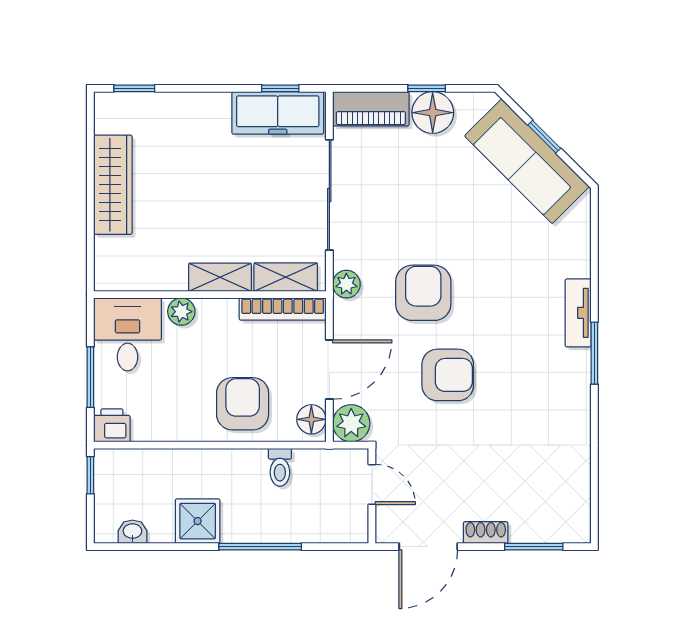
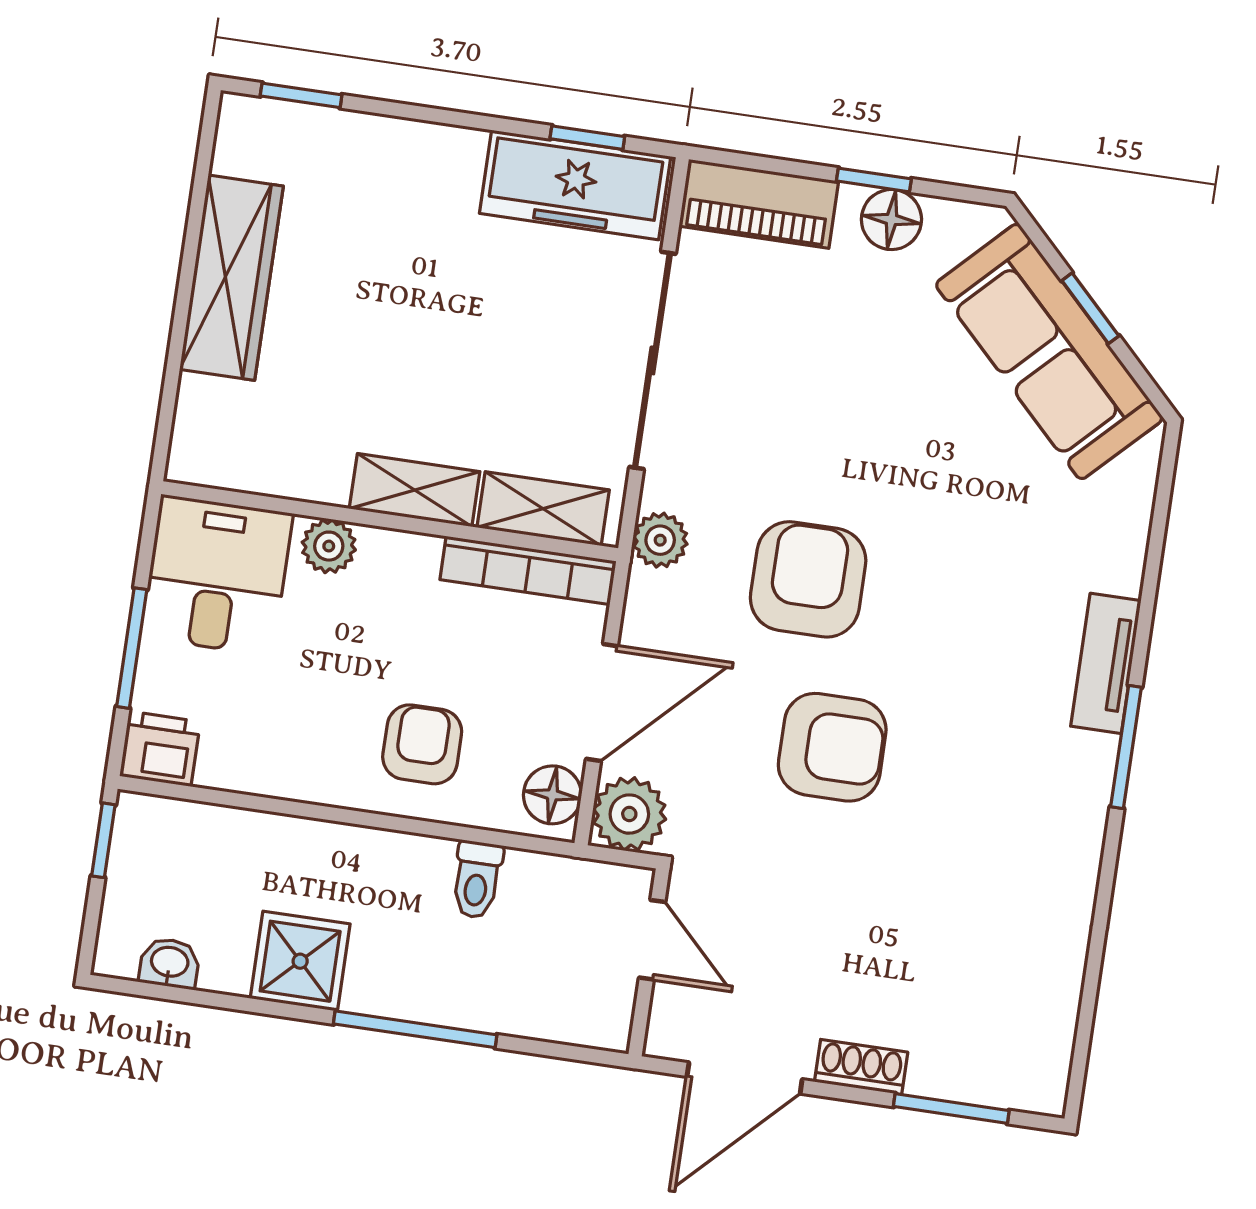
floor lamp: (433, 113) -> (891, 220), width x0.73, depth x0.73
armchair: (243, 404) -> (422, 744), width x0.72, depth x0.72

